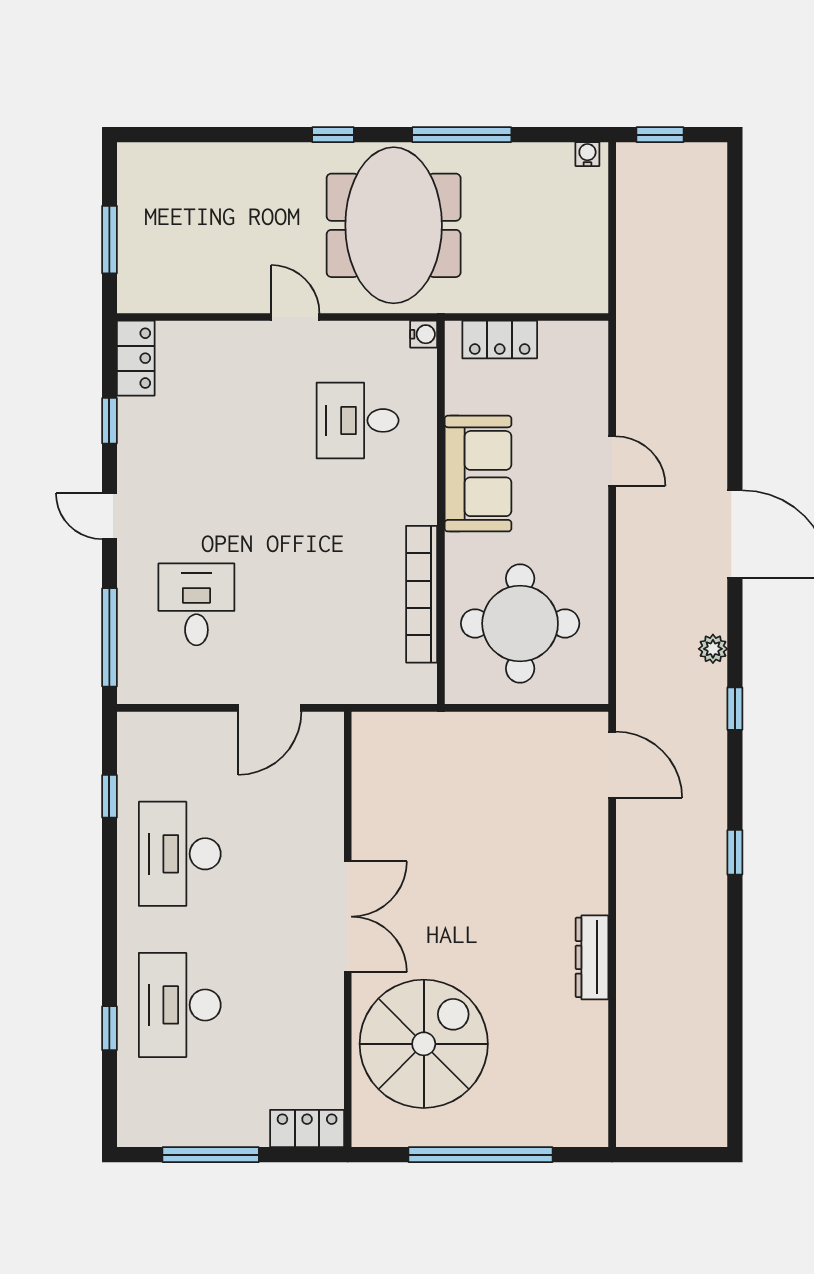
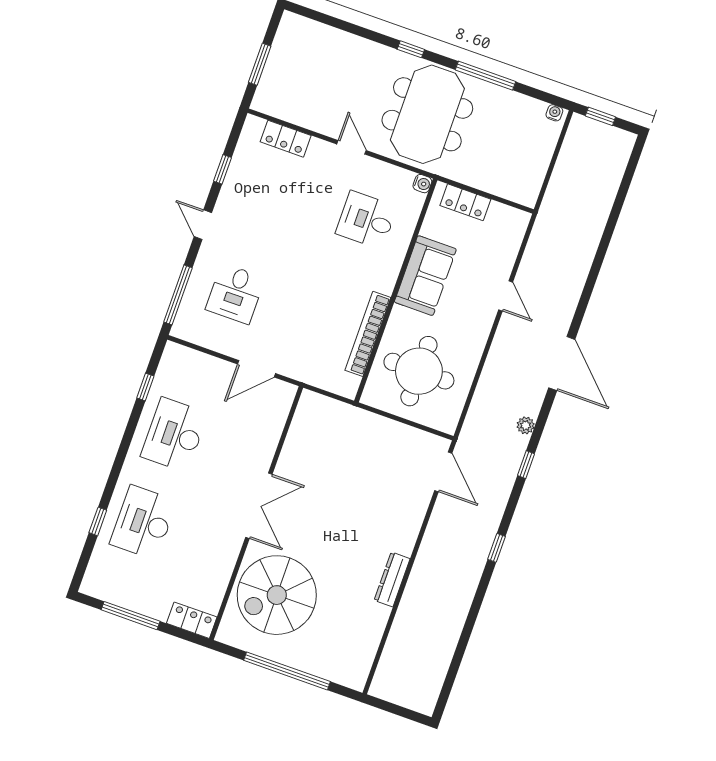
locker: (136, 358) -> (286, 139), moved, turned 90
desk: (196, 604) -> (235, 294), turned 180
spiral stairs: (424, 1044) -> (277, 595), turned 180

